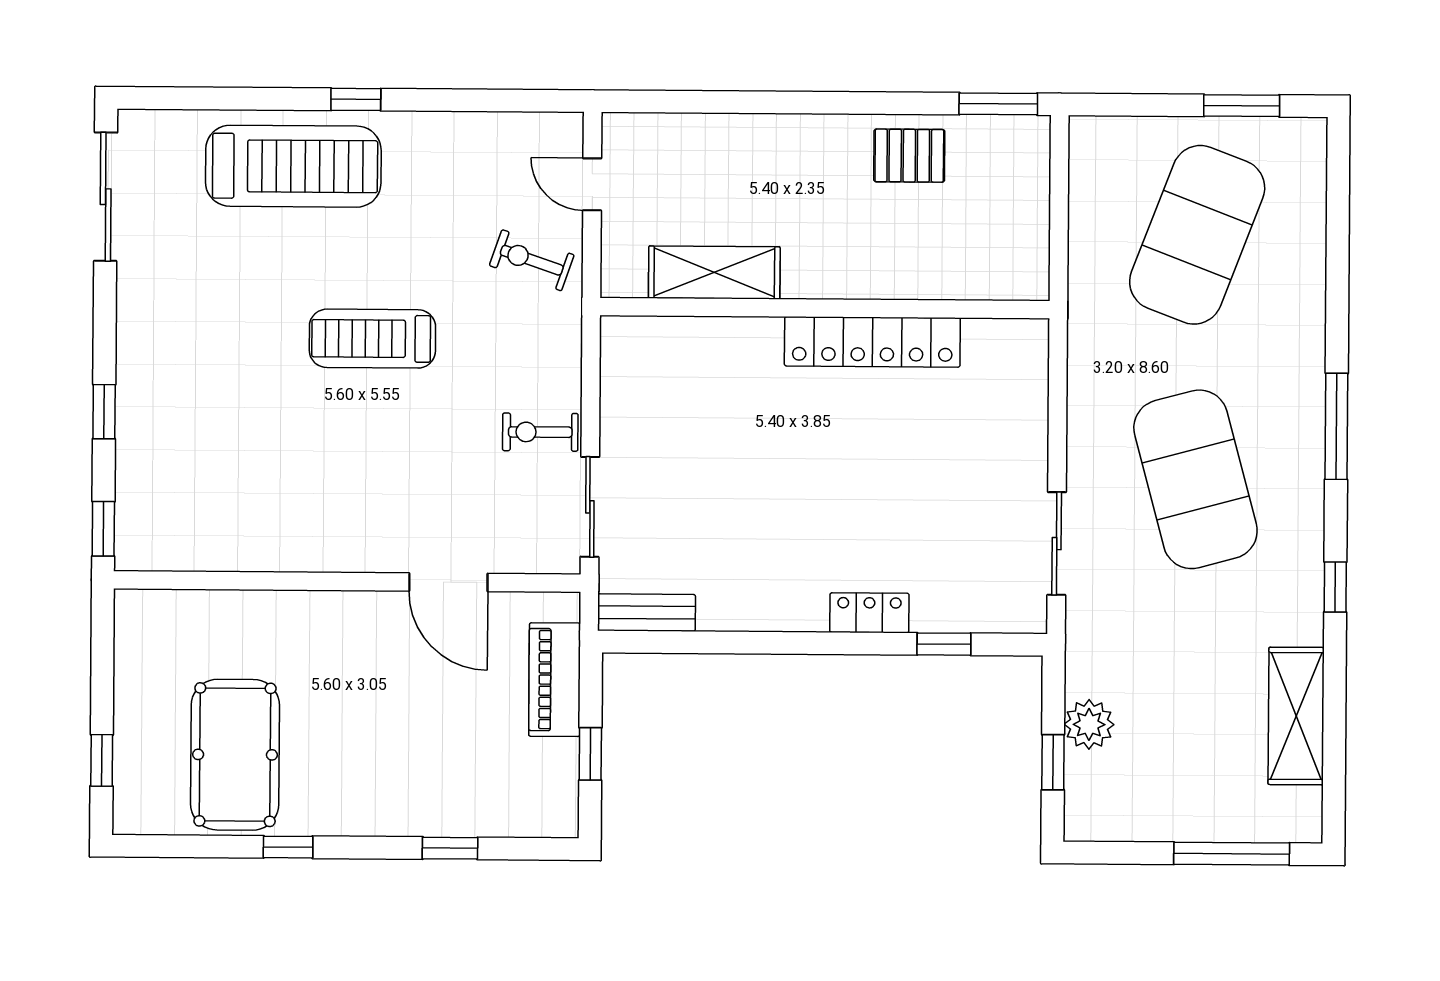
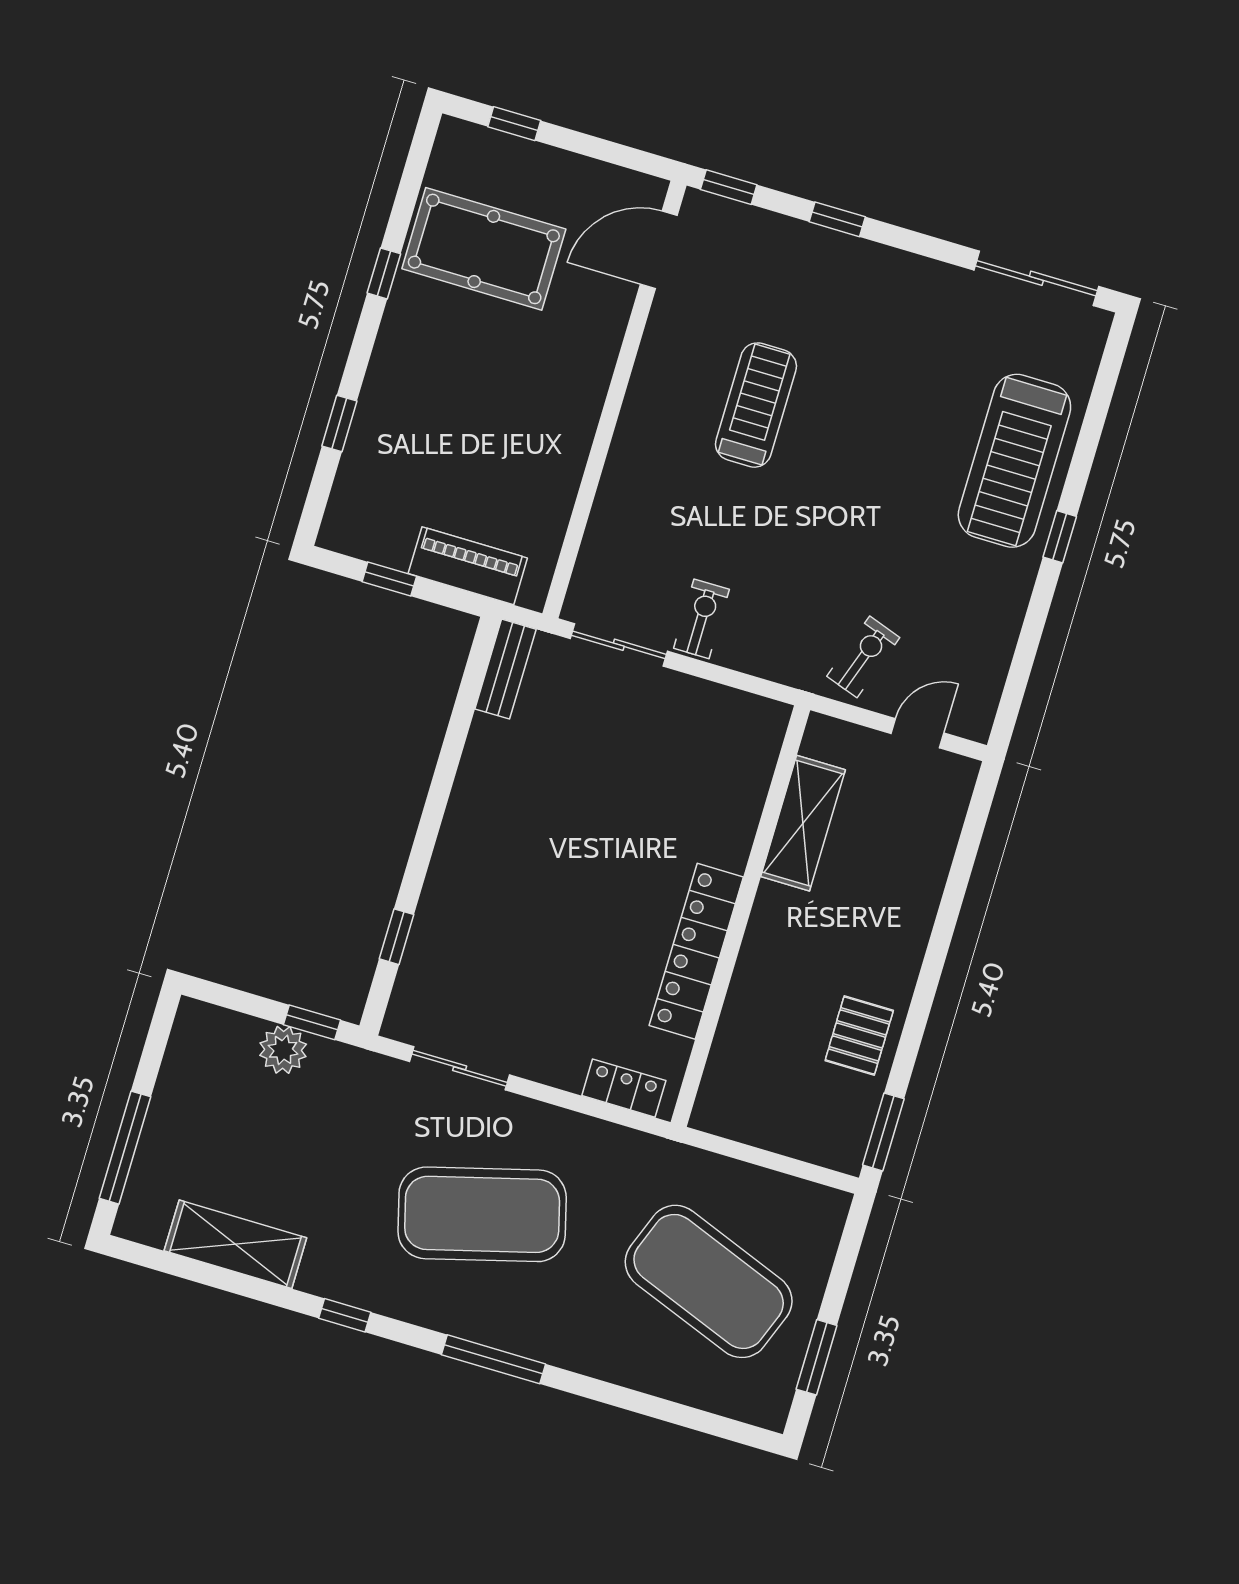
treadmill: (372, 339) -> (756, 405), moved
door: (448, 582) -> (659, 250), moved
locker: (869, 613) -> (624, 1088), moved, turned -90
window: (1053, 762) -> (312, 1022), moved

